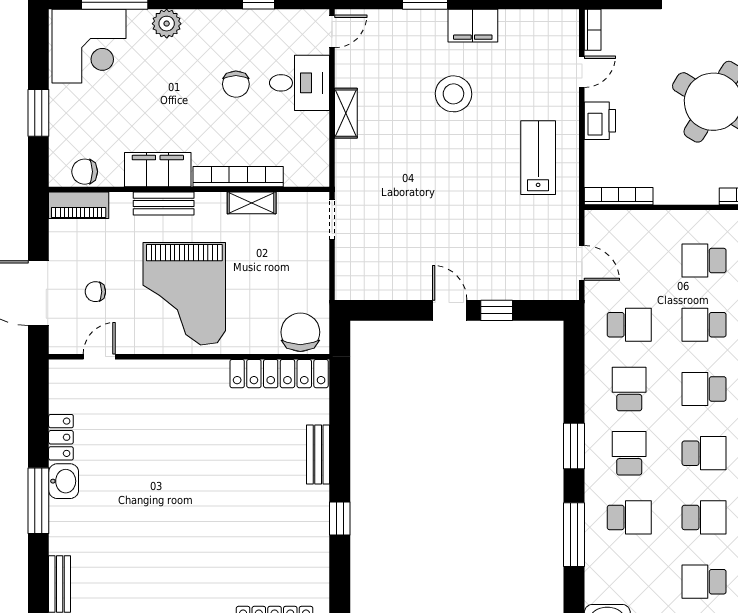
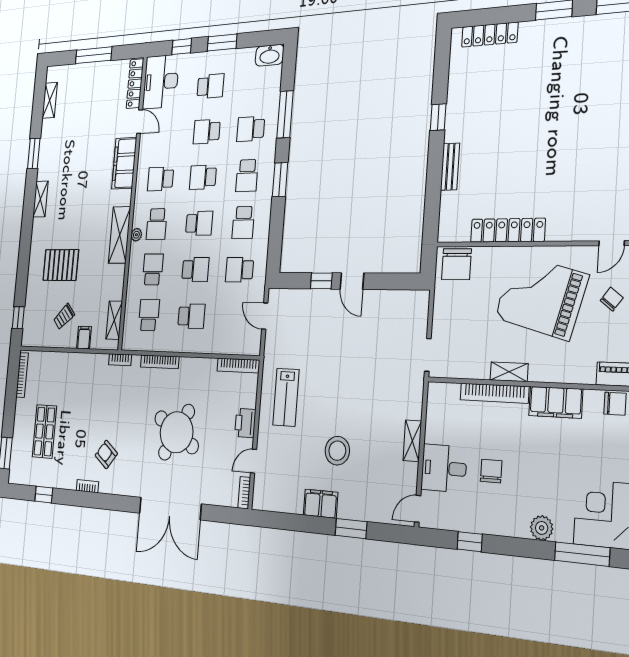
bench: (164, 203) -> (553, 373), removed
shelving: (252, 203) -> (509, 372), moved
chair: (95, 292) -> (612, 299), turned -53
grand piano: (184, 294) -> (541, 296), turned -75
locker: (279, 374) -> (508, 230), moved

